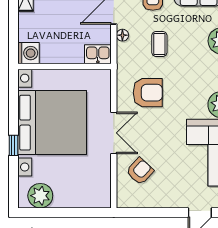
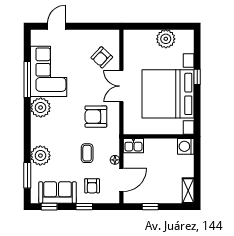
plant: (40, 196) -> (166, 39), moved

